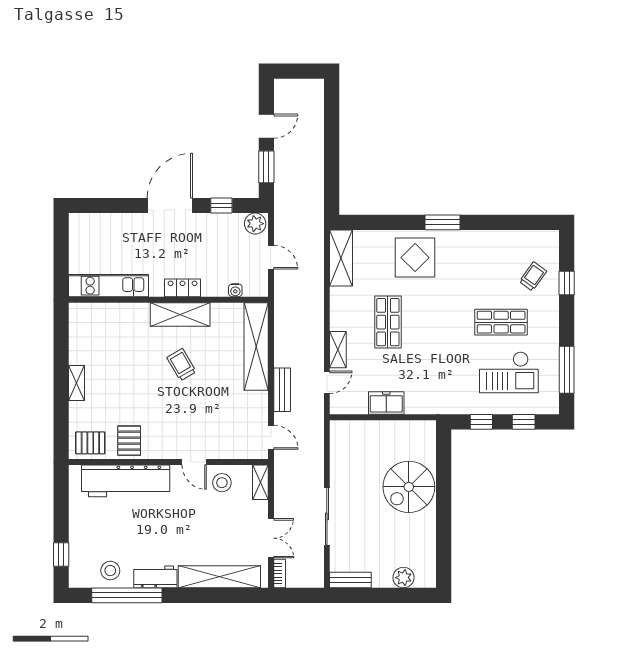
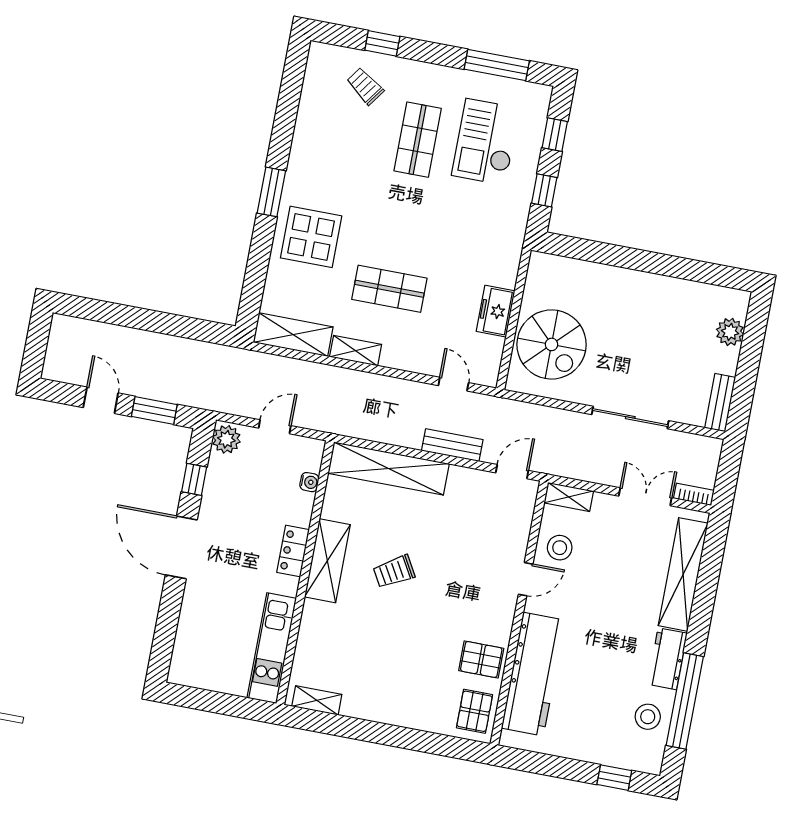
shelving: (338, 350) -> (356, 351), moved
checkout: (509, 372) -> (486, 142), turned 180
shelving: (76, 383) -> (317, 700), moved
spiral stairs: (409, 487) -> (552, 344), moved

